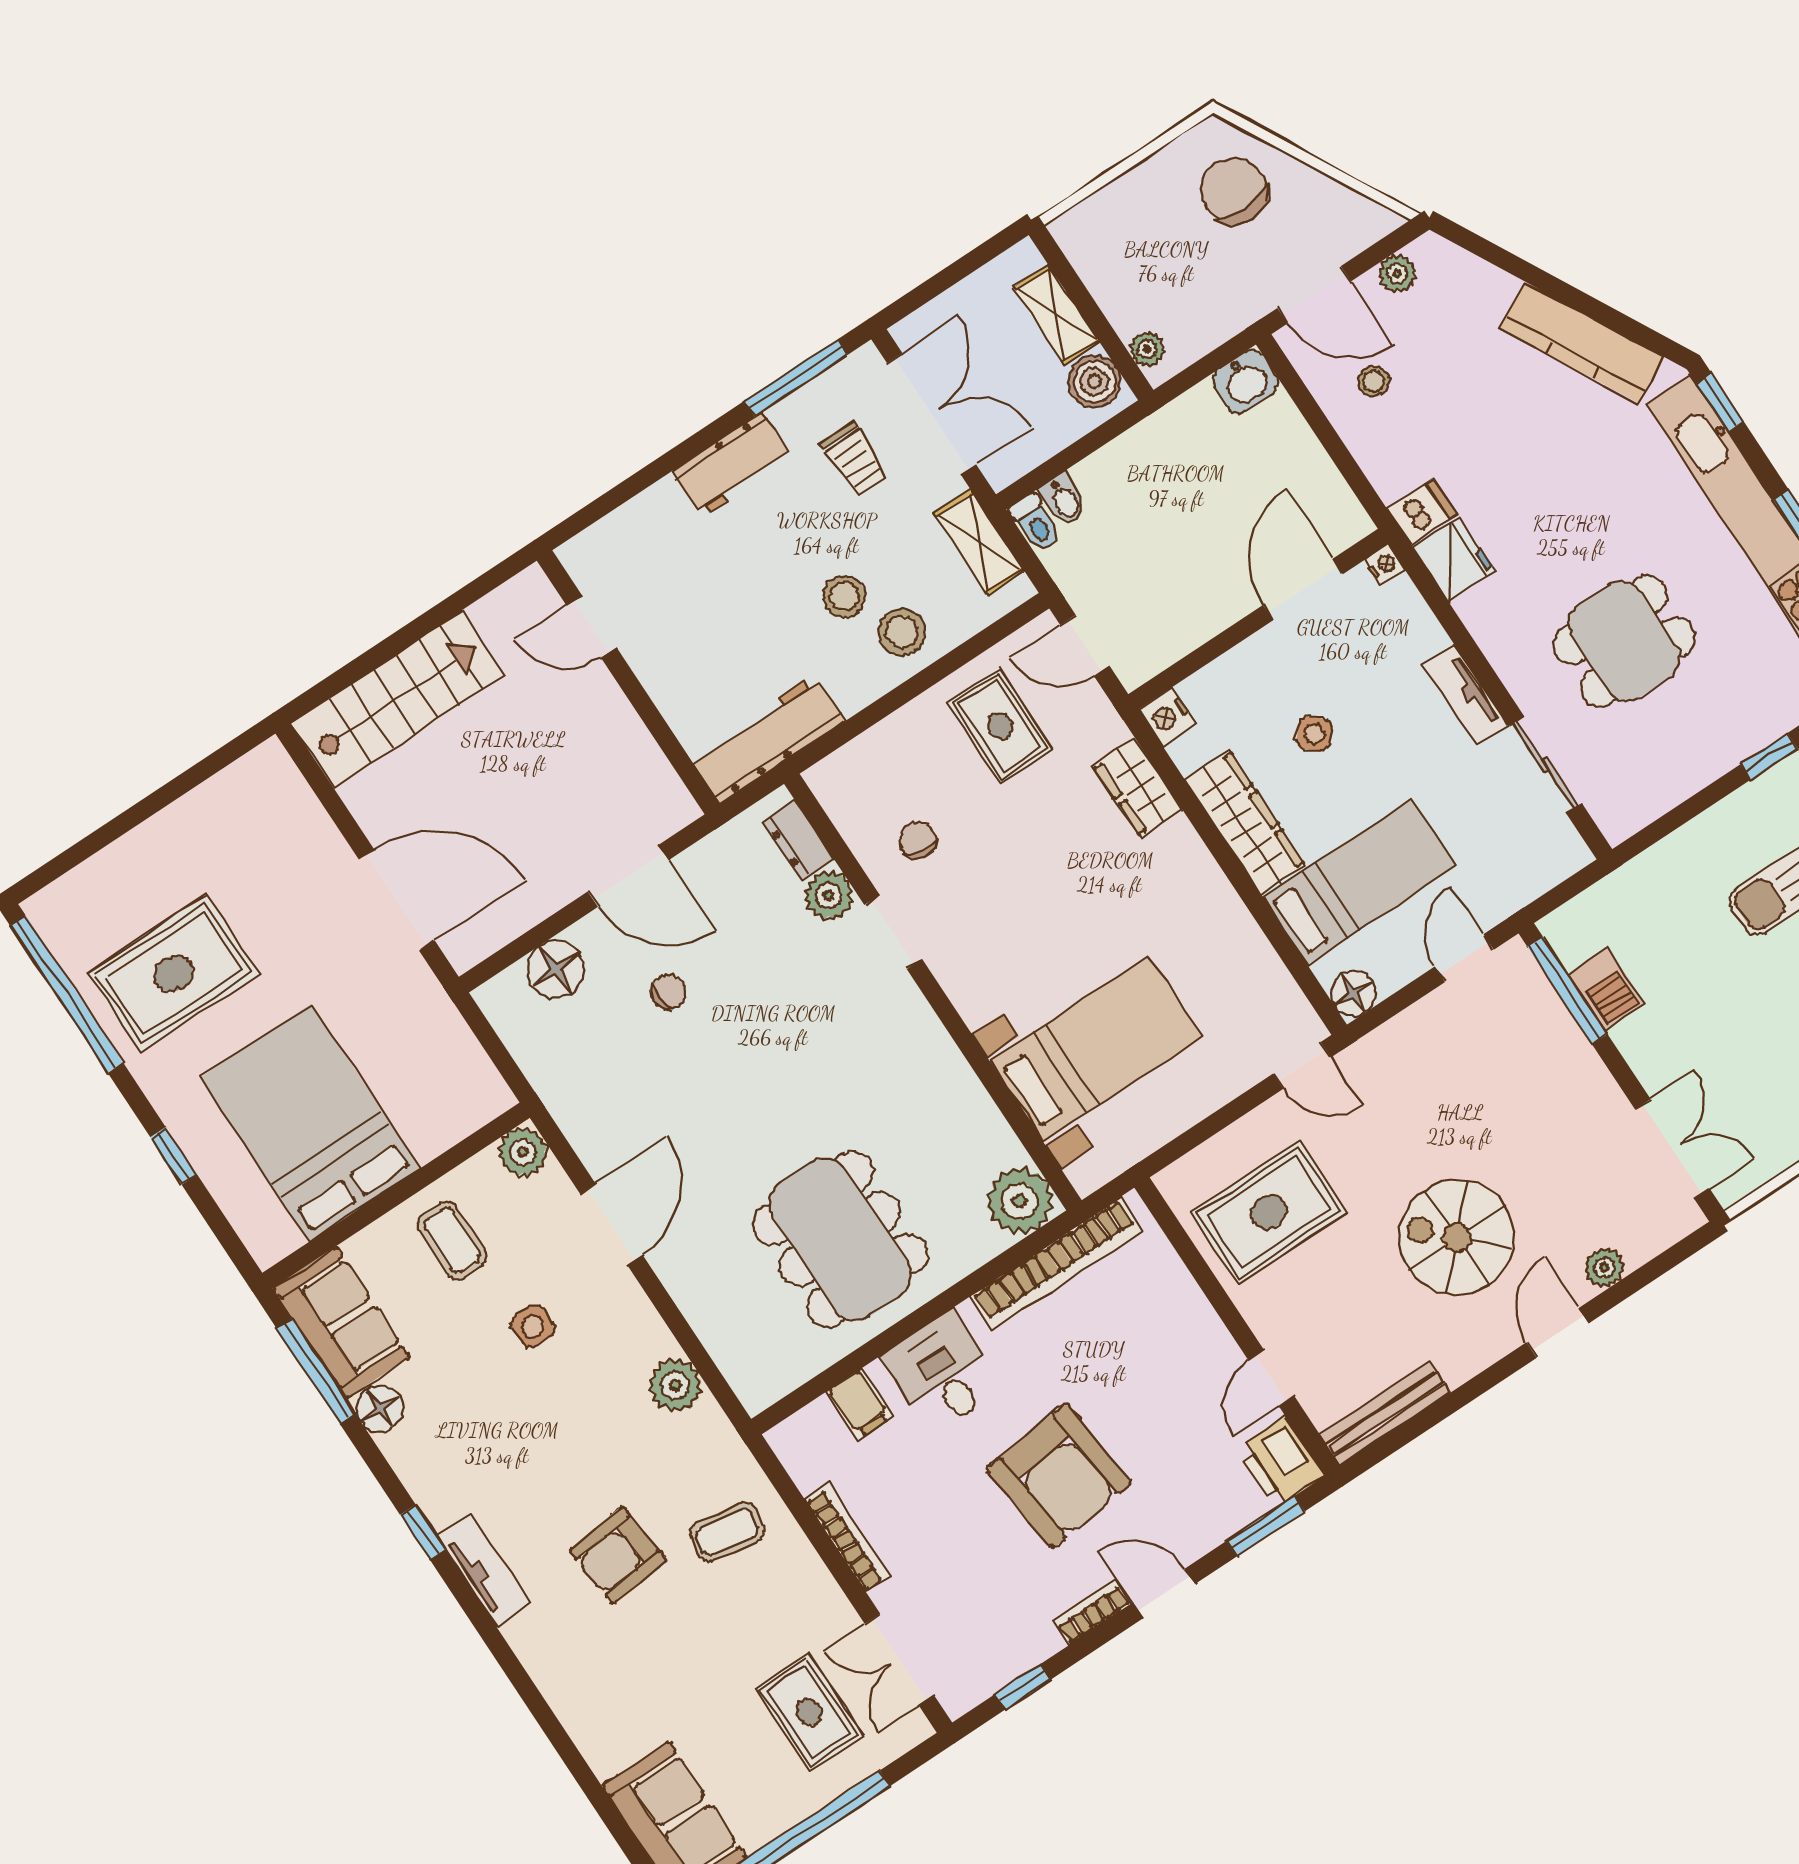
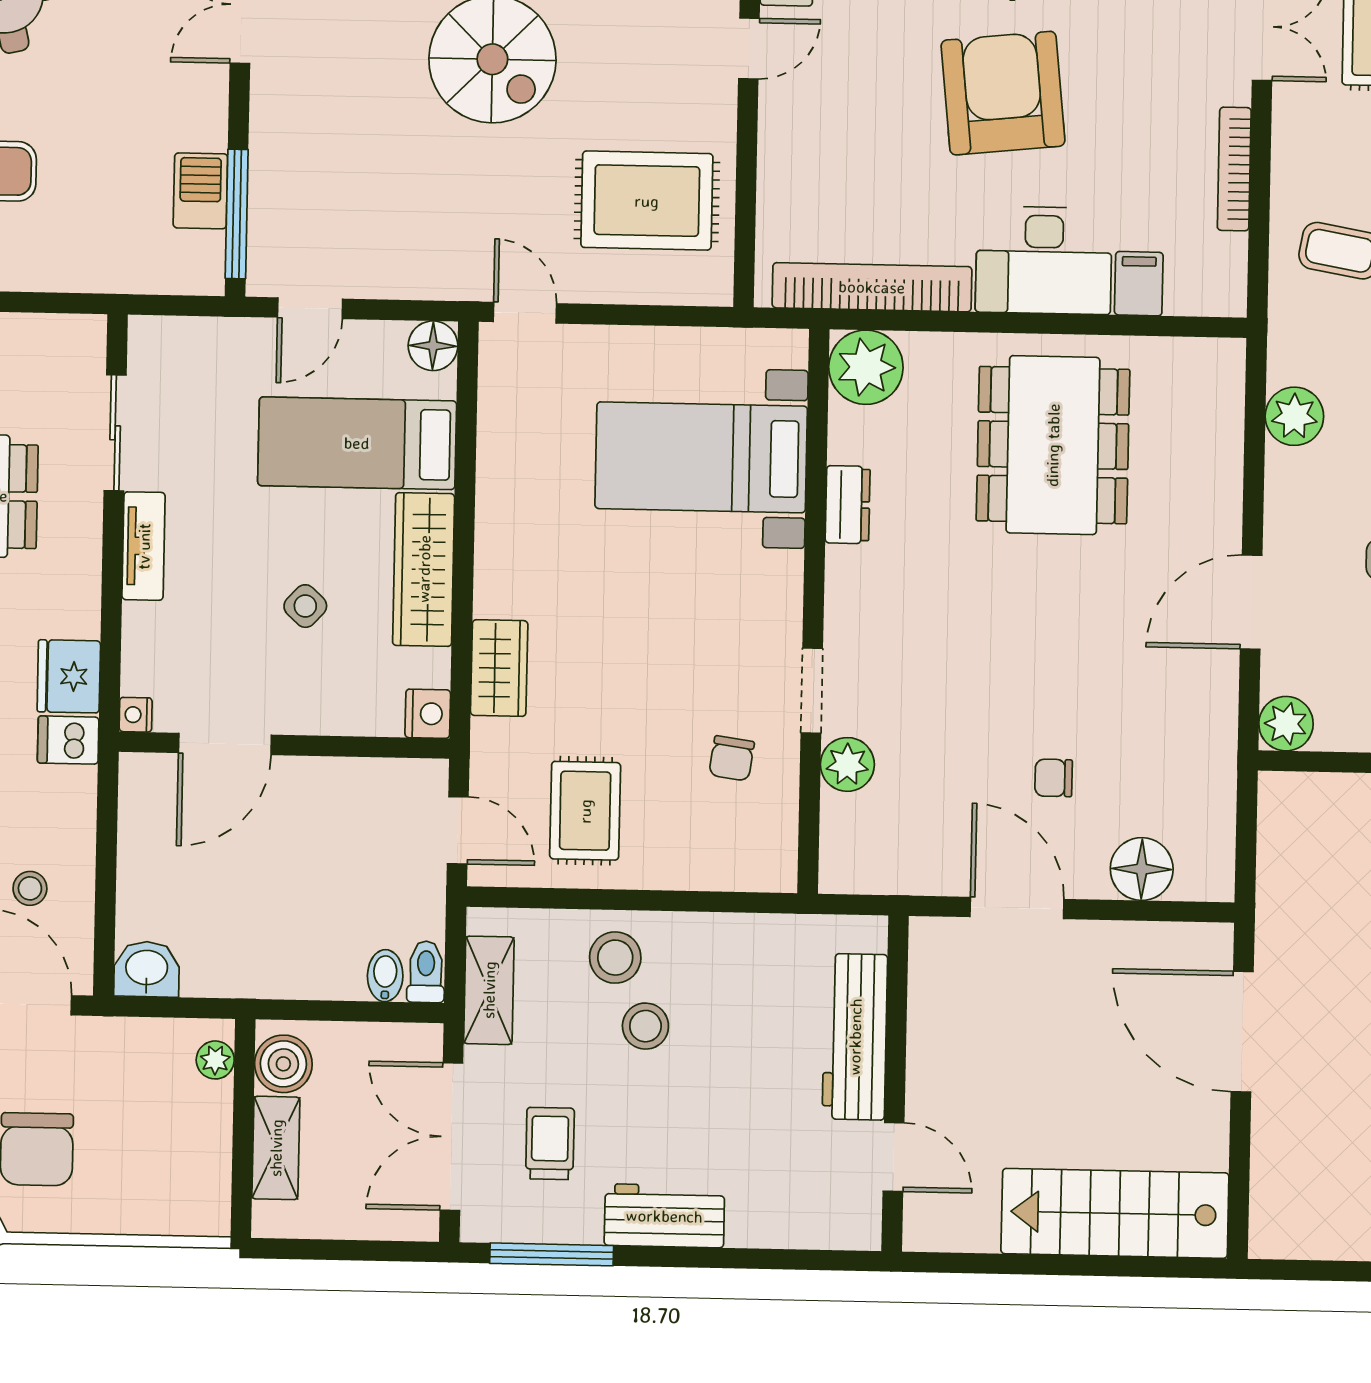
workbench: (767, 739) -> (855, 1037), moved, turned 90
dresser: (798, 840) -> (848, 505), moved
desk: (942, 1372) -> (1044, 260), width x1.37

